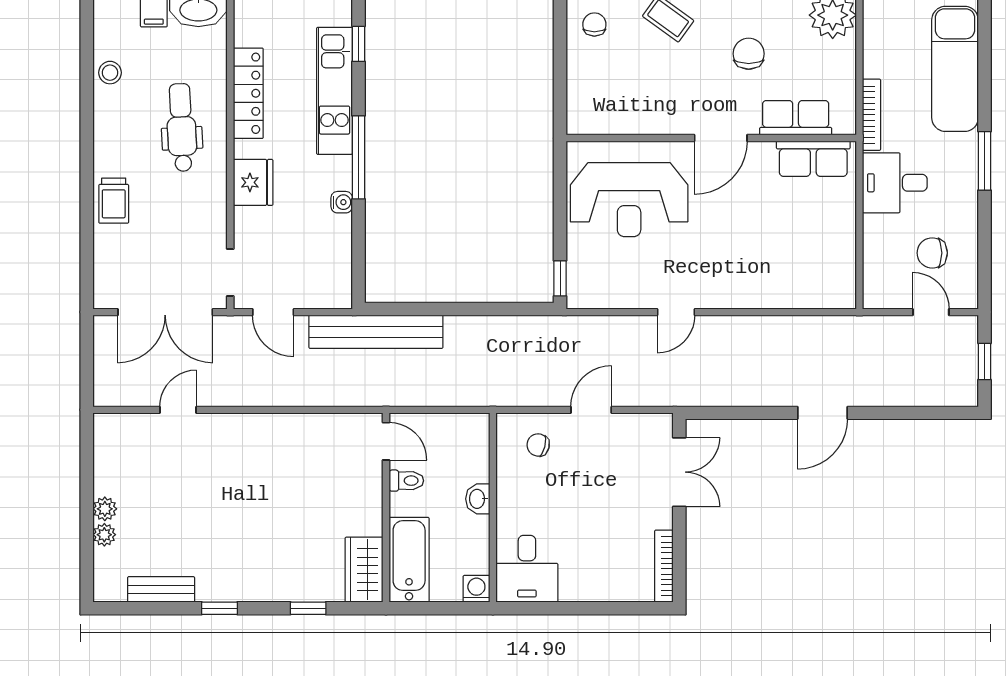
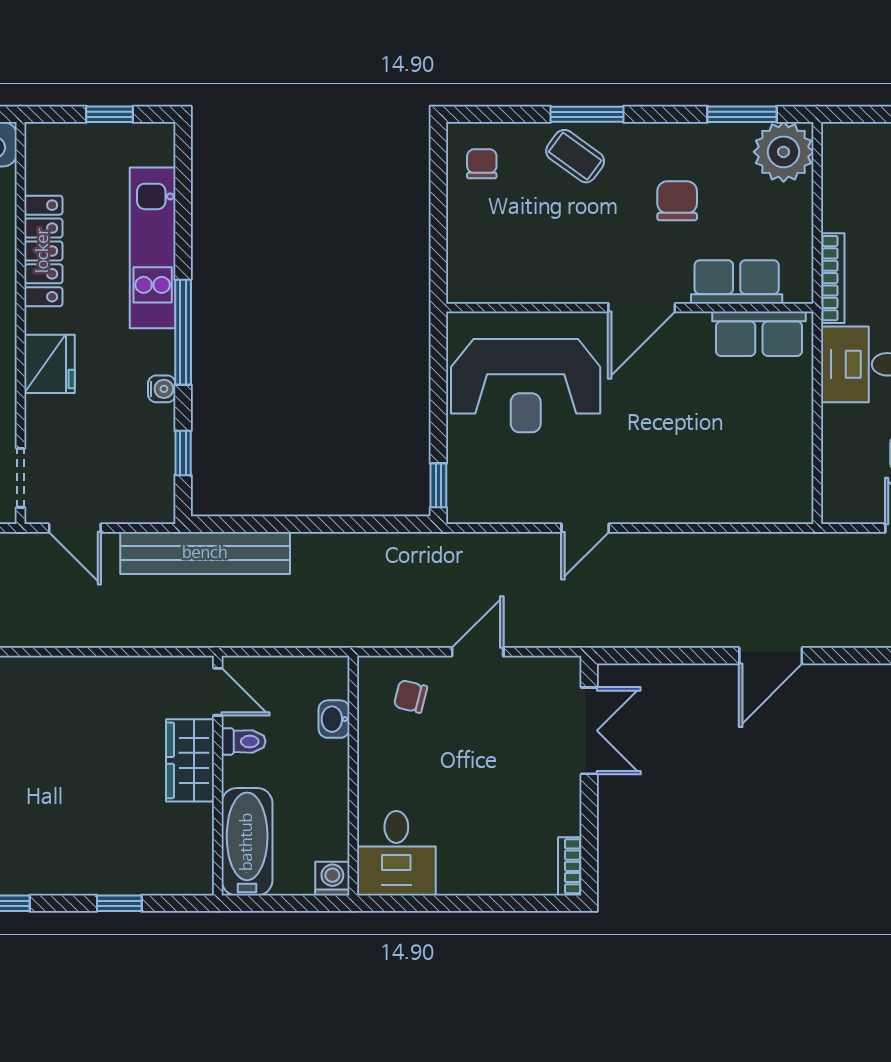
window: (358, 44) -> (183, 453), moved
washbasin: (478, 499) -> (334, 719), moved
bookcase: (664, 566) -> (570, 866), width x0.64
wardrobe: (364, 570) -> (190, 760), moved

